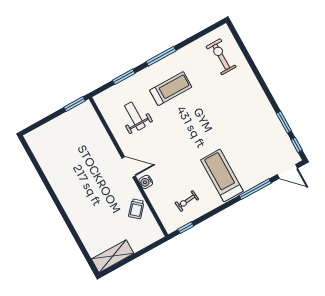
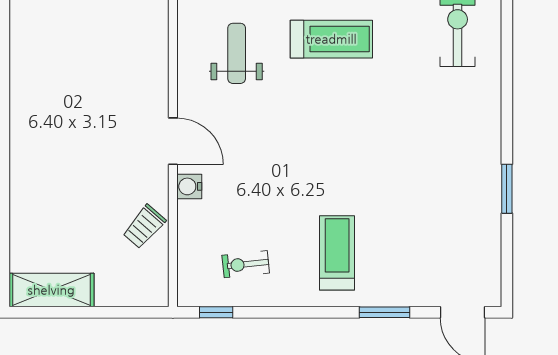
window: (284, 122) -> (507, 189), moved
window: (297, 145) -> (507, 273), removed
treadmill: (222, 175) -> (337, 253), width x0.73, depth x0.73
window: (255, 189) -> (385, 312), width x0.69

